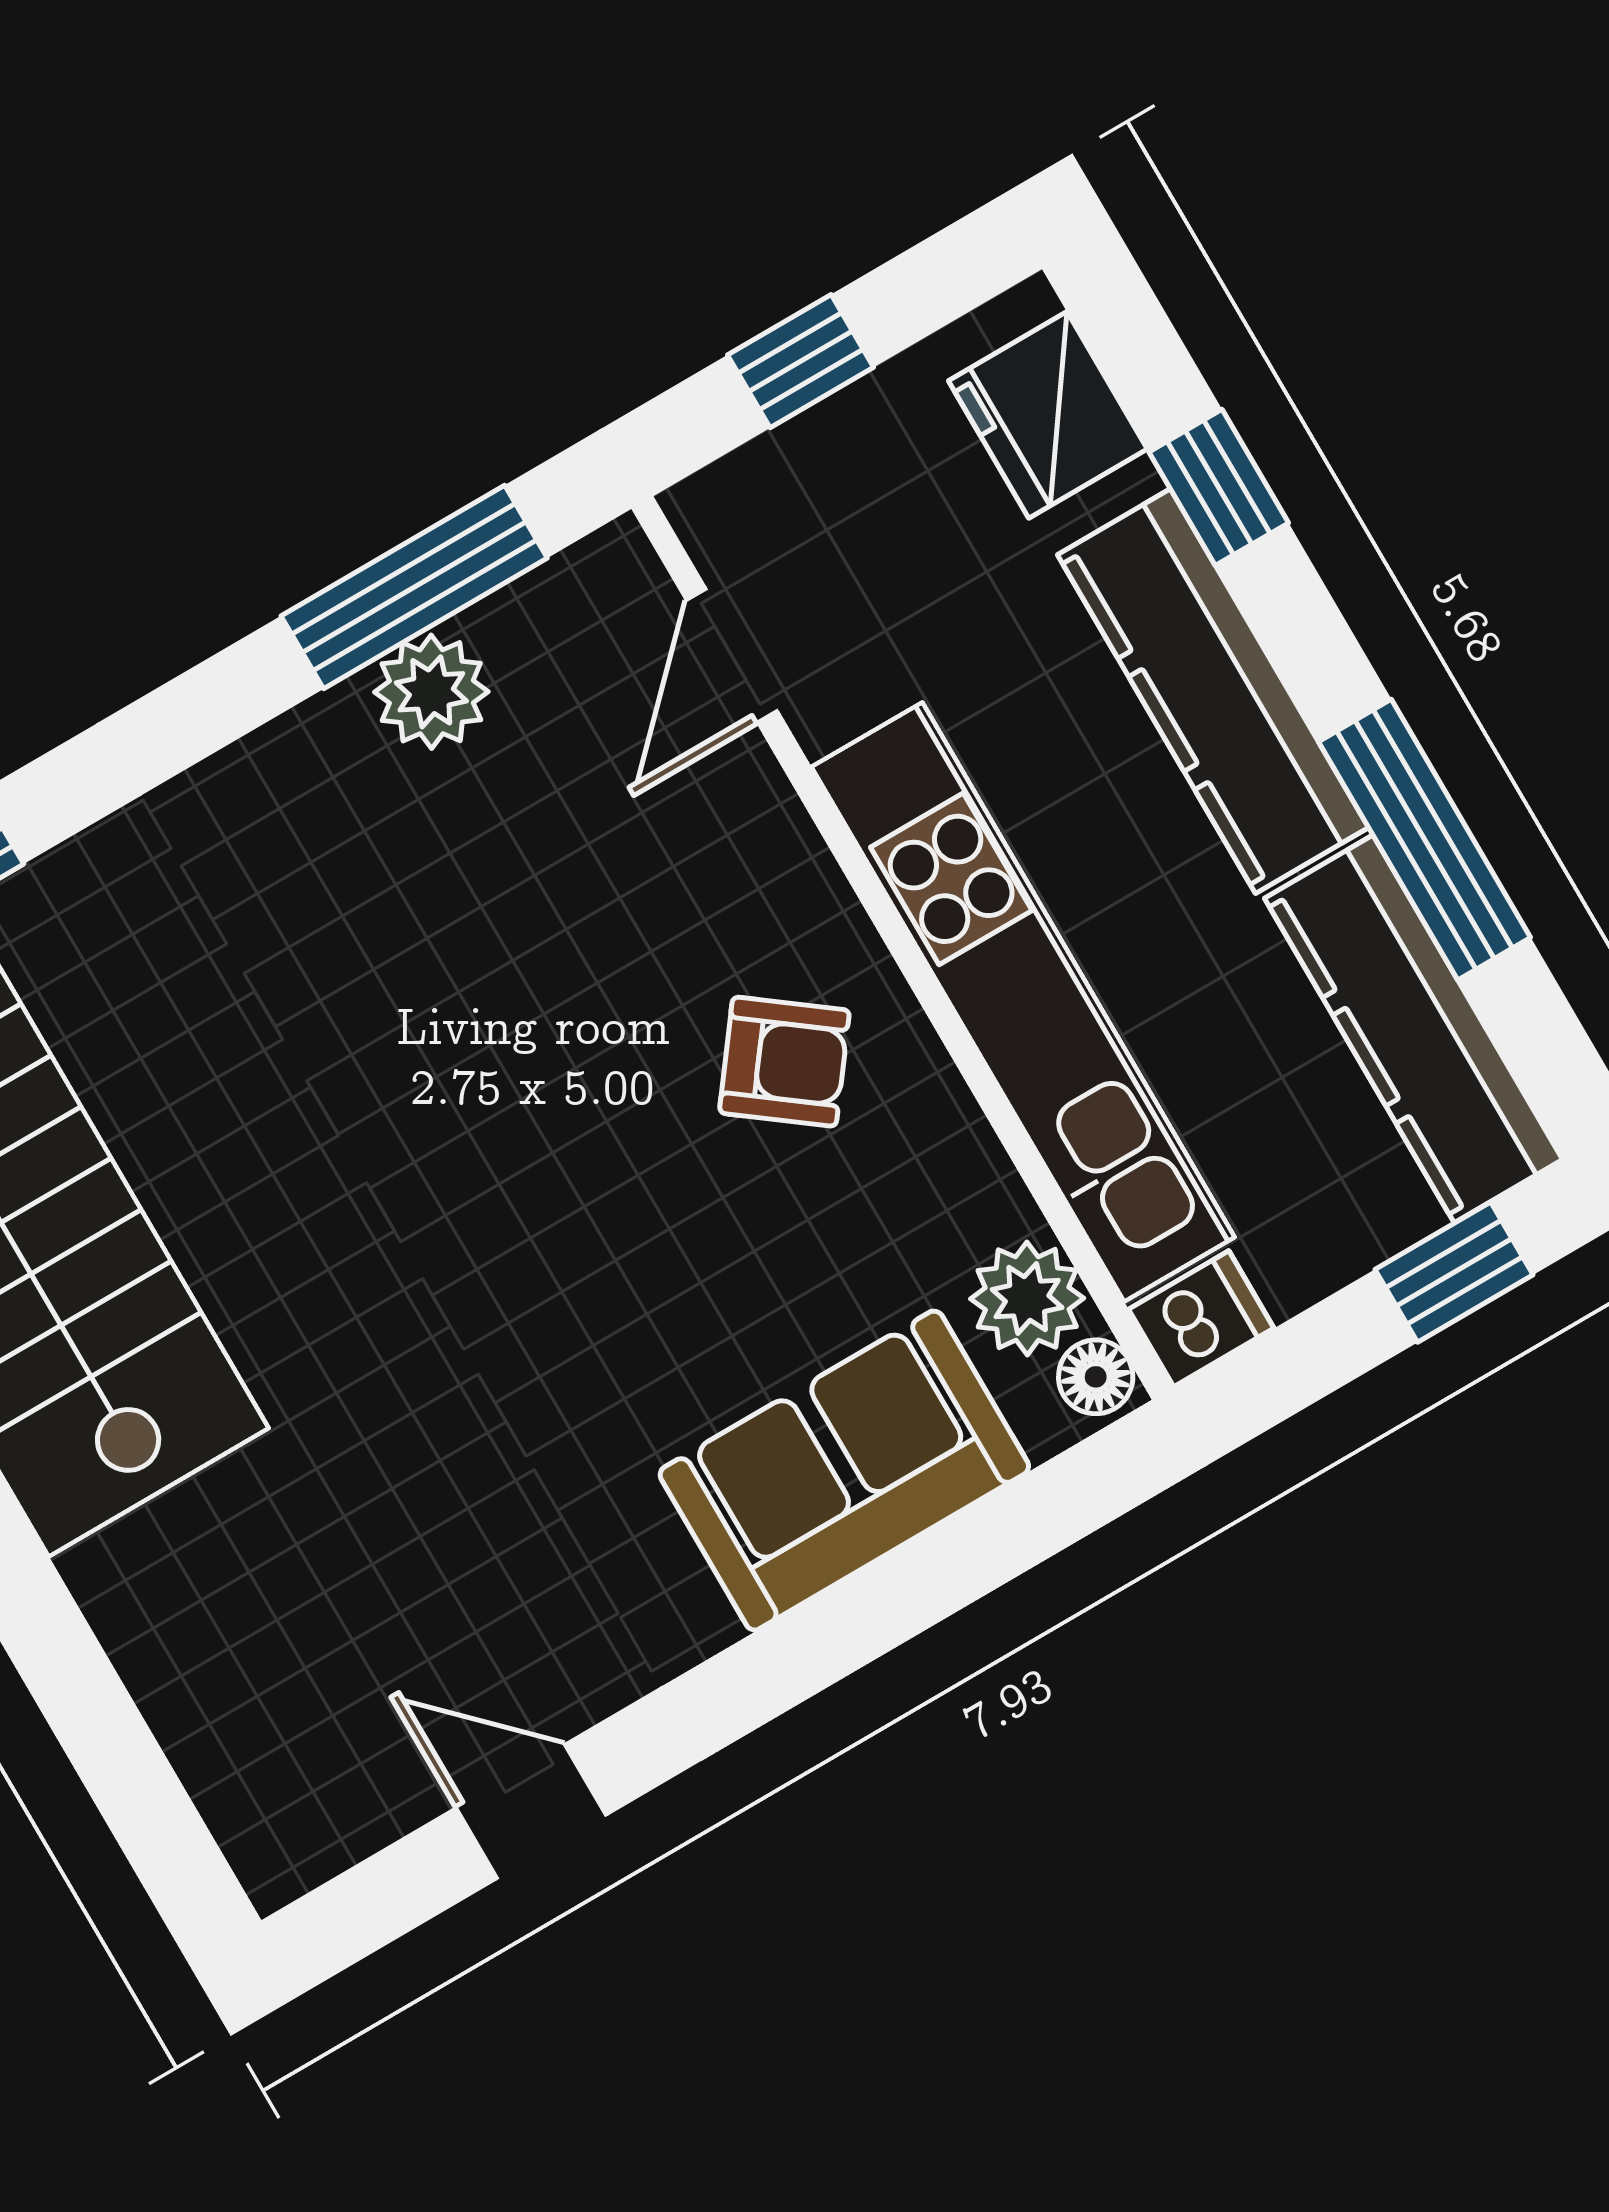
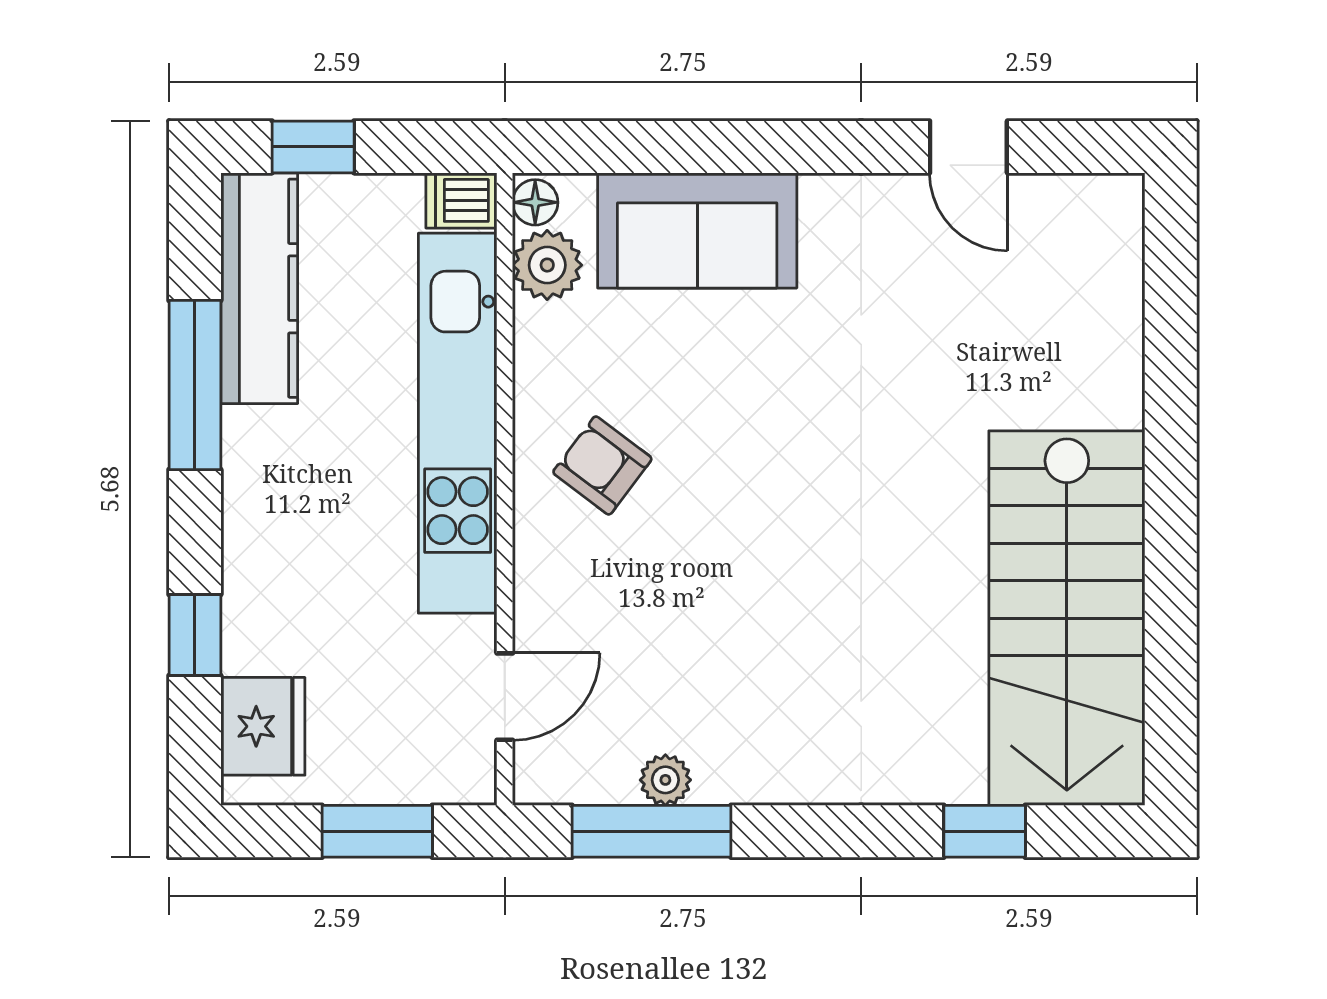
window: (801, 361) -> (377, 831), width x1.50
kitchen counter: (1213, 691) -> (261, 529), removed
plant: (431, 692) -> (665, 780), width x0.73, depth x0.73

